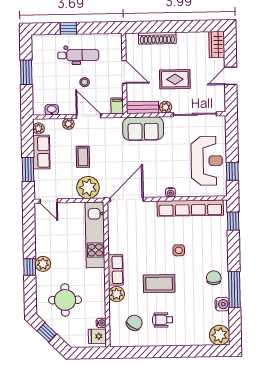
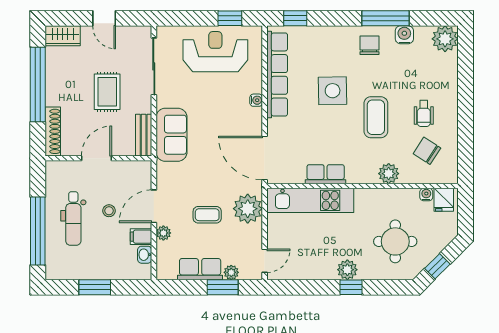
window: (179, 26) -> (38, 85), added
window: (68, 28) -> (38, 231), width x3.17
shoe rack: (157, 38) -> (53, 131), moved
dental chair: (78, 55) -> (73, 218), turned 180
filing cabinet: (117, 106) -> (141, 237), moved
plant: (166, 107) -> (144, 105), removed
plant: (39, 128) -> (231, 272), moved
side table: (179, 250) -> (333, 91), width x1.87, depth x1.87
row of seats: (116, 270) -> (326, 174), moved
chair: (214, 278) -> (370, 45), turned 90

